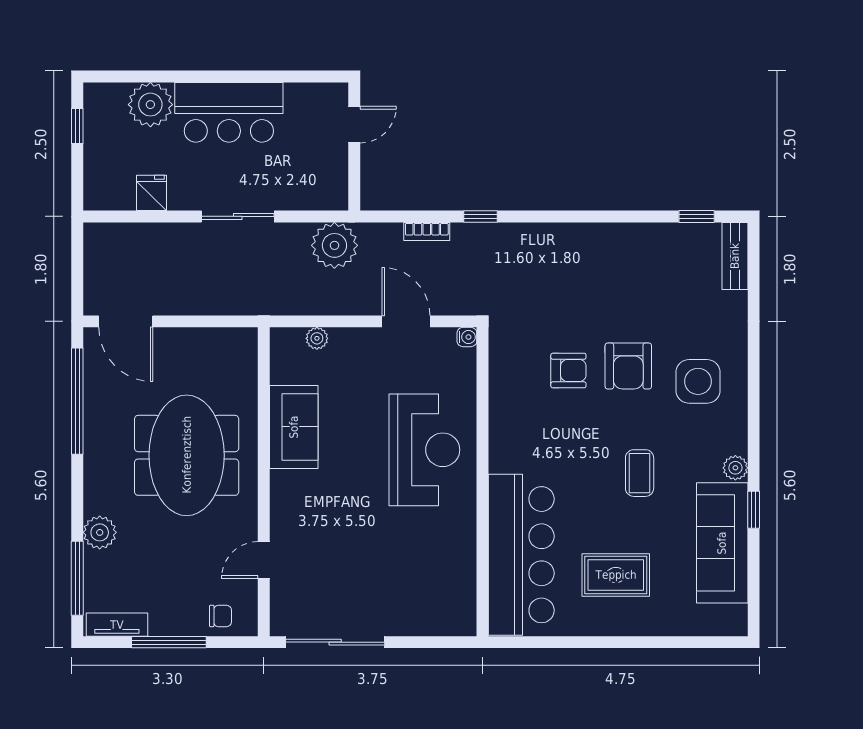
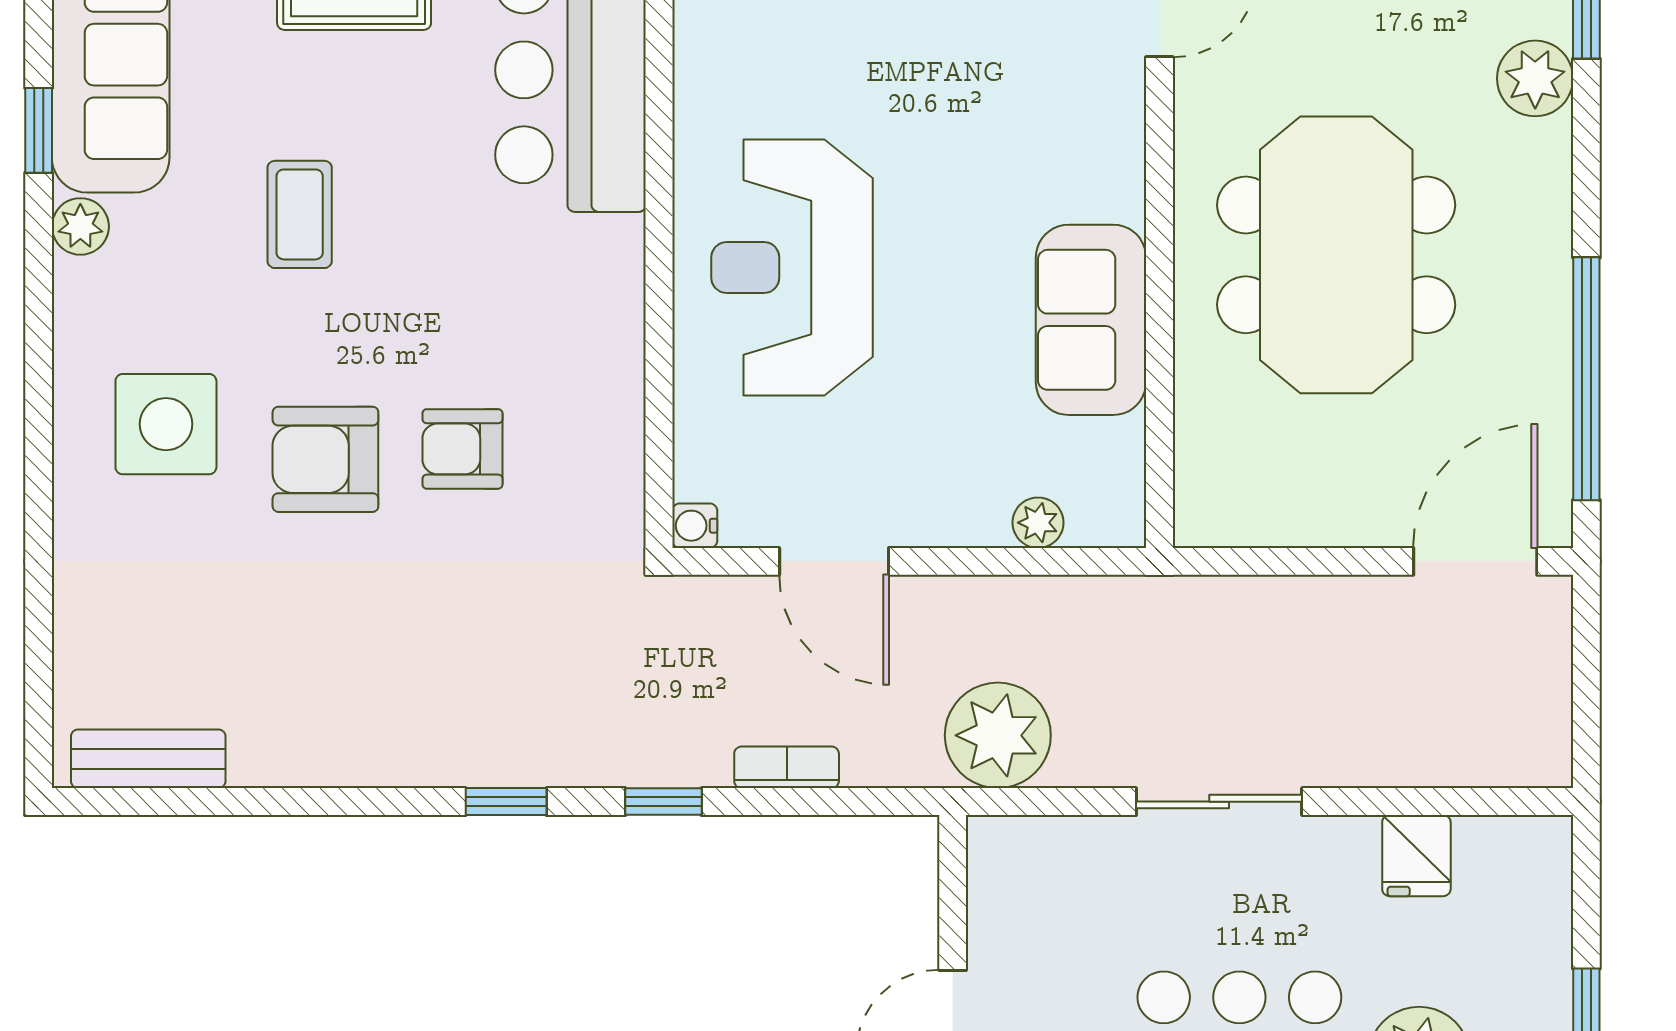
window: (697, 216) -> (506, 802), moved
bench: (735, 256) -> (148, 759), moved, turned 90
door: (126, 321) -> (1475, 561), hinge flipped
armchair: (628, 366) -> (325, 459), turned -90

